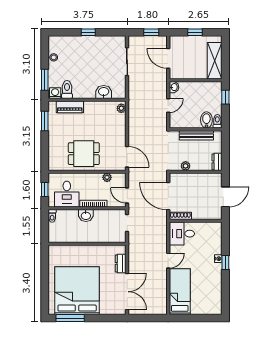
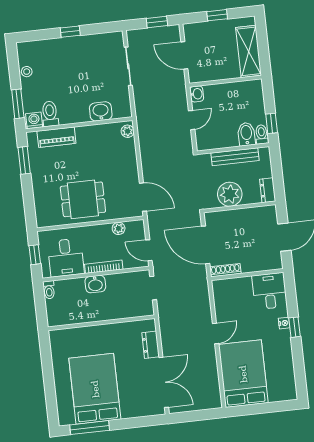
window: (225, 97) -> (272, 123), moved
plant: (186, 166) -> (230, 194), width x1.88, depth x1.88
desk: (182, 234) -> (270, 291), moved, turned 90
bed: (77, 291) -> (95, 389), width x0.73
bed: (180, 292) -> (243, 374), width x1.50

